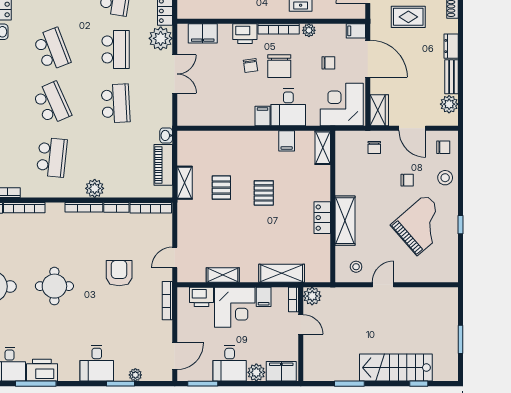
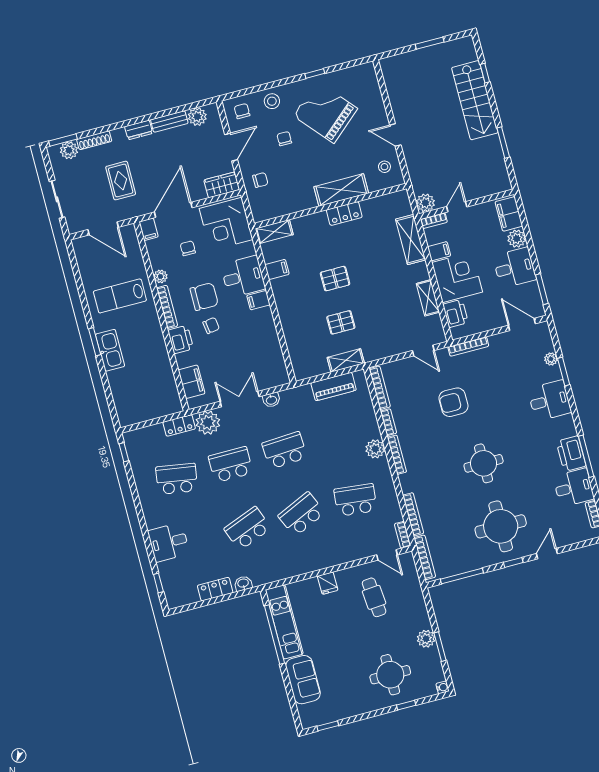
washbasin: (166, 135) -> (271, 400), moved

